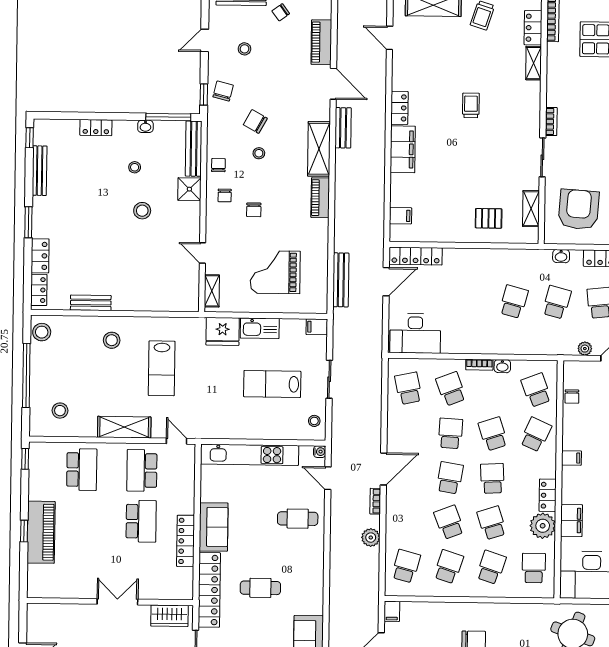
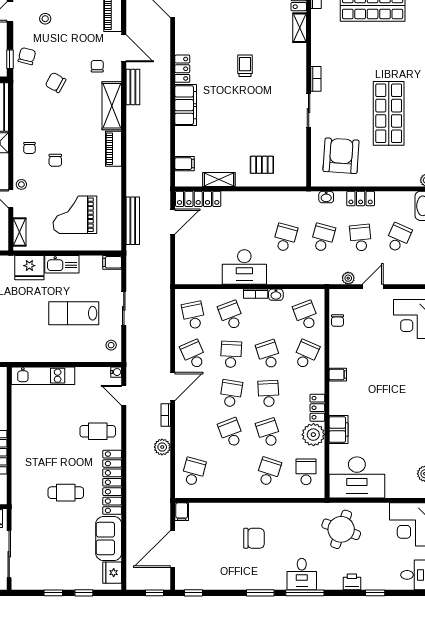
stool: (259, 153) -> (21, 184), moved
chair: (218, 165) -> (97, 66), moved
shelving: (531, 209) -> (219, 179), moved, turned 90
desk: (415, 333) -> (244, 267), moved
kitchen unit: (250, 455) -> (43, 376), width x0.73
sofa: (214, 527) -> (24, 440), removed
school desk: (449, 567) -> (194, 354), moved, turned -42
locker: (209, 590) -> (112, 482), moved, turned 180

